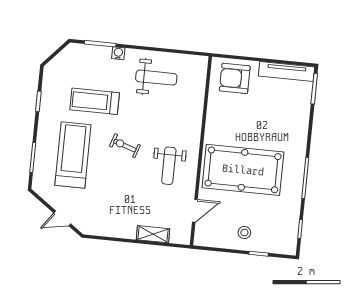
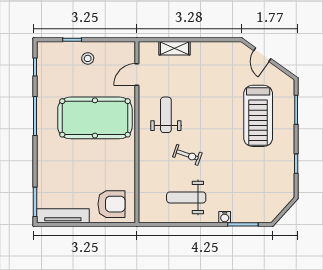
treadmill: (95, 101) -> (243, 169), removed
exercise bike: (125, 146) -> (187, 155), moved
door: (62, 218) -> (262, 55), swing flipped

